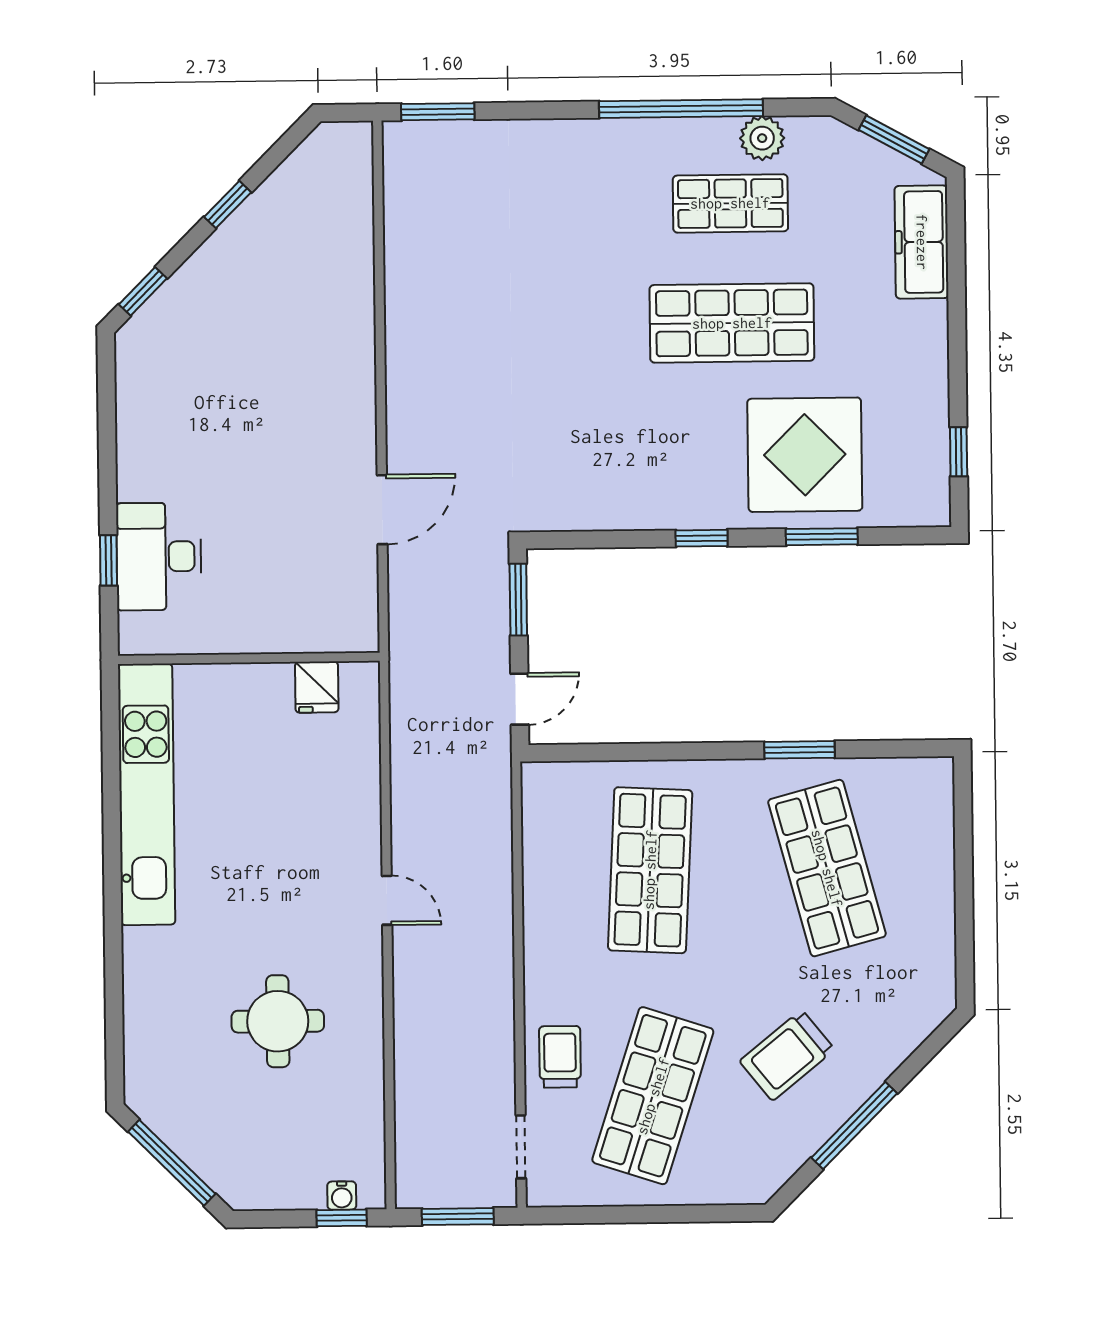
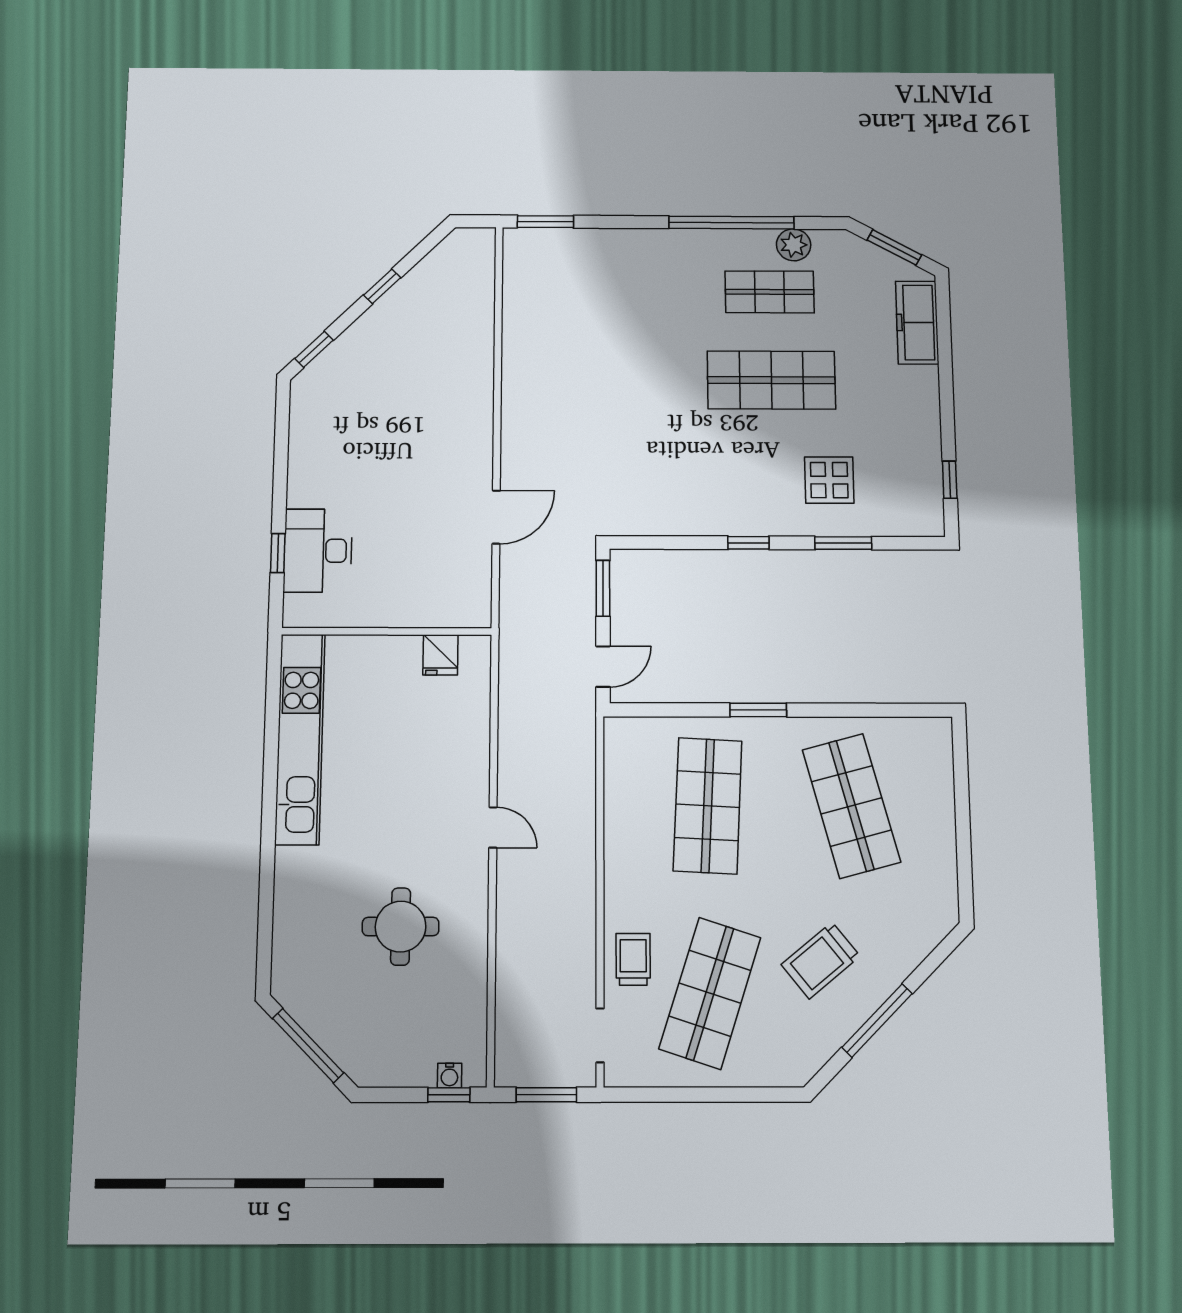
display table: (805, 455) -> (829, 480), width x0.54, depth x0.54
window: (800, 750) -> (758, 710), moved

